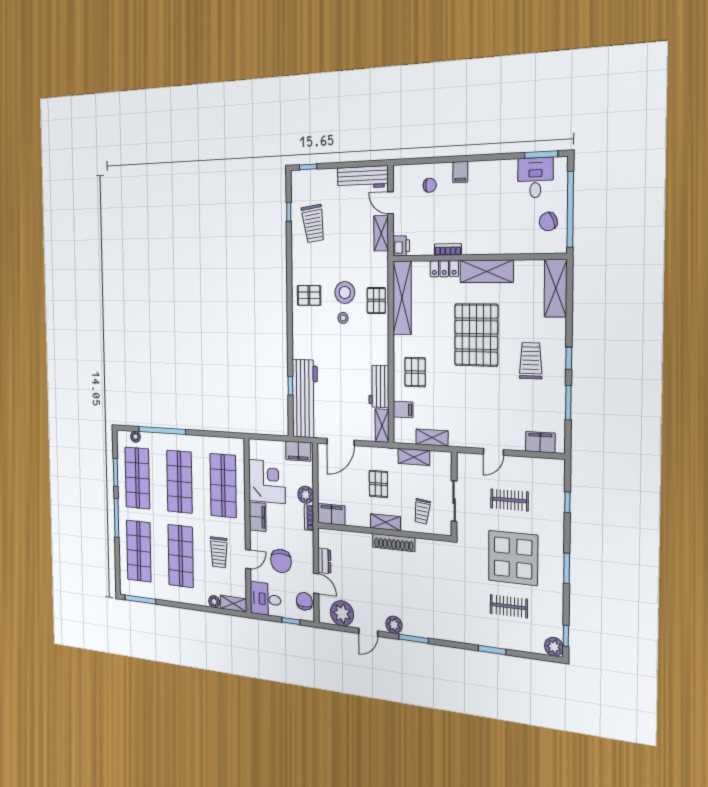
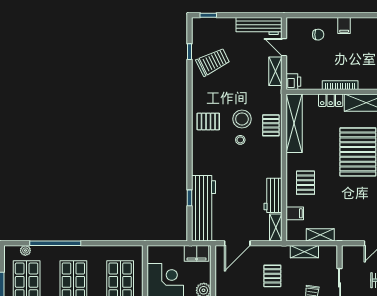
trolley: (313, 224) -> (213, 62), turned -108
bookcase: (448, 249) -> (340, 85), width x1.56

